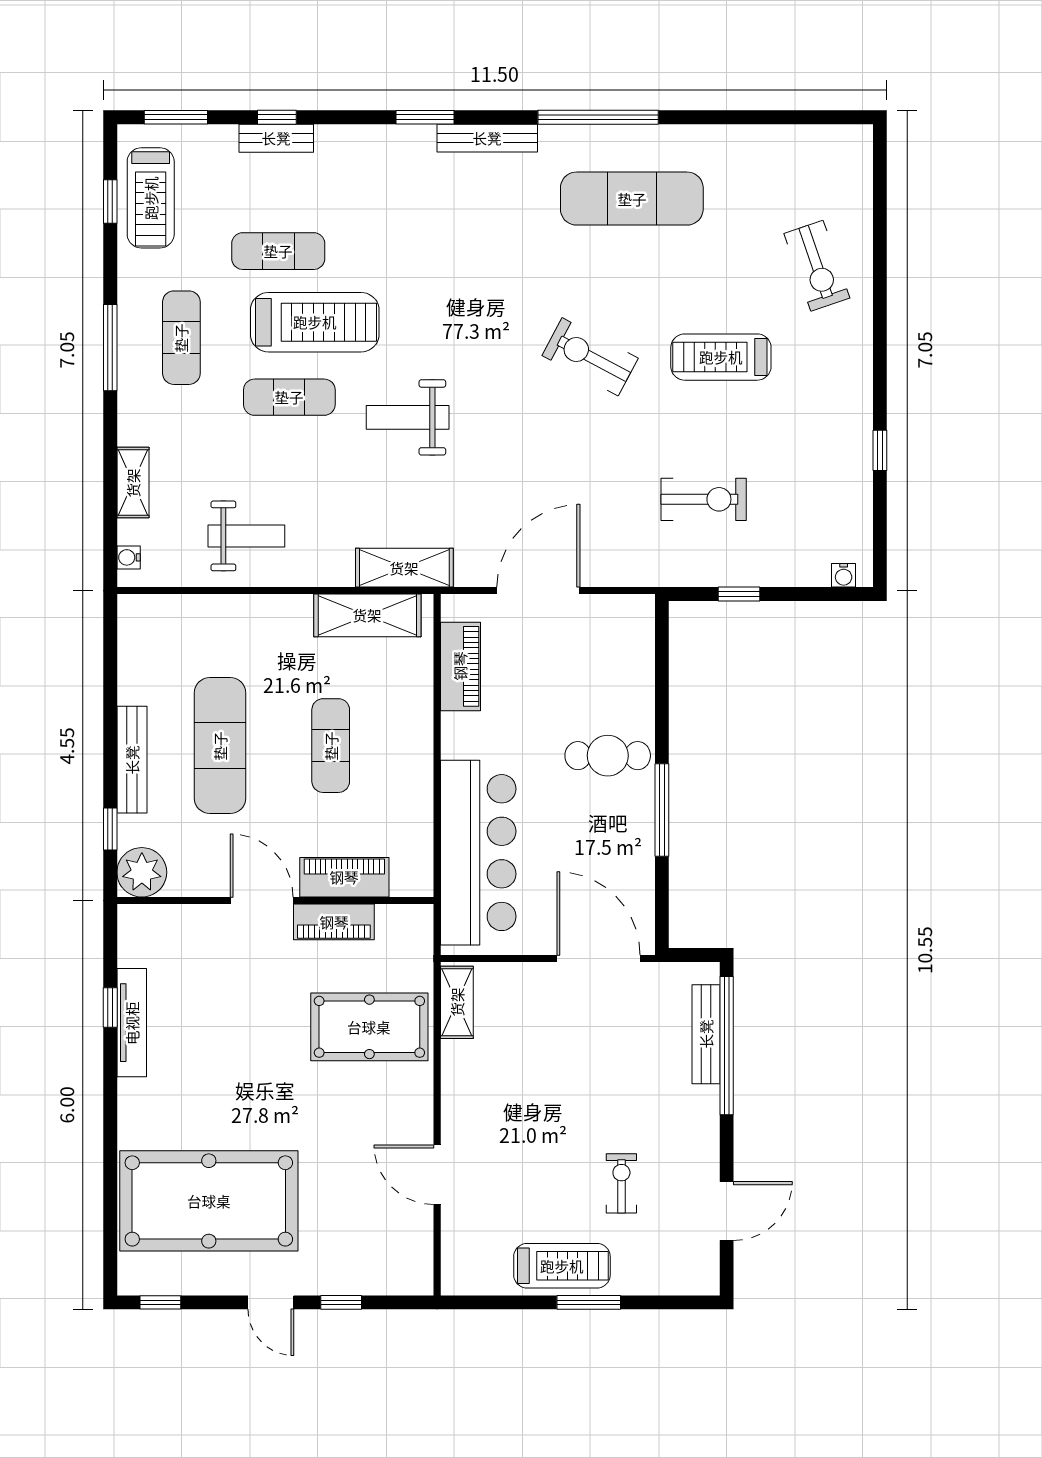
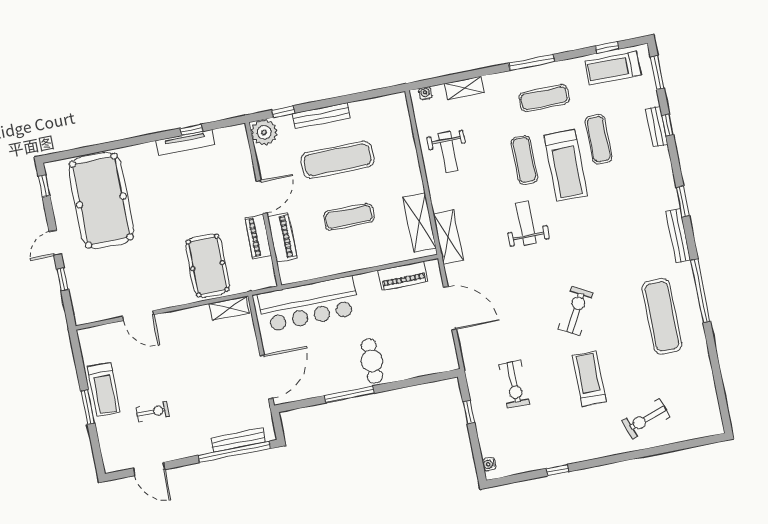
door: (437, 1175) -> (138, 316), swing flipped

